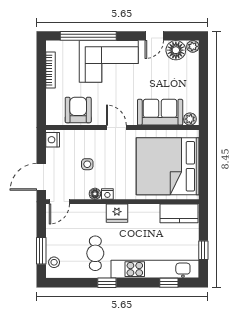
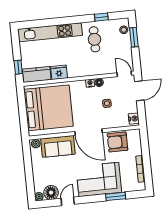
window: (88, 36) -> (116, 196), width x0.47
armchair: (78, 110) -> (117, 142), turned 90
door: (116, 128) -> (88, 132), width x1.88
door: (59, 202) -> (124, 74), hinge flipped
fridge: (117, 213) -> (59, 72), moved
window: (203, 250) -> (18, 67), moved
window: (107, 283) -> (101, 17), moved
window: (169, 283) -> (39, 23), removed

